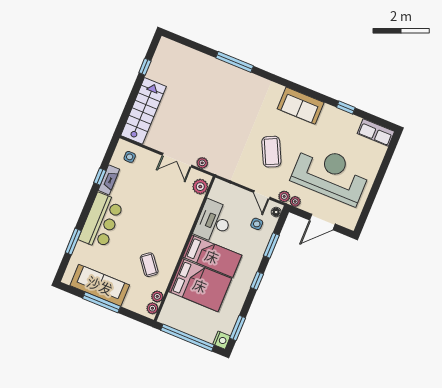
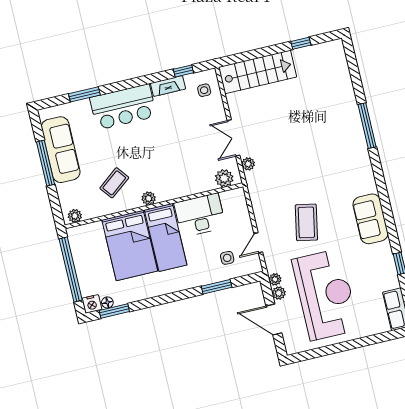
coffee table: (271, 152) -> (306, 222), turned -53
window: (100, 177) -> (183, 71), moved
plant: (284, 196) -> (279, 293), moved
floor lamp: (276, 212) -> (107, 302), moved
window: (257, 281) -> (173, 297), removed
plant: (157, 296) -> (149, 198), moved

